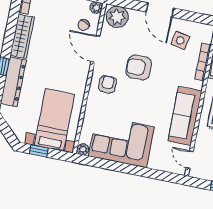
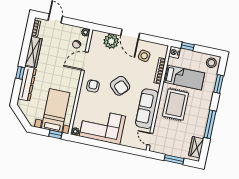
plant: (117, 17) -> (111, 41), moved
door: (95, 49) -> (85, 61), hinge flipped
armchair: (139, 67) -> (120, 86), moved, turned -136
window: (39, 151) -> (55, 134), moved

